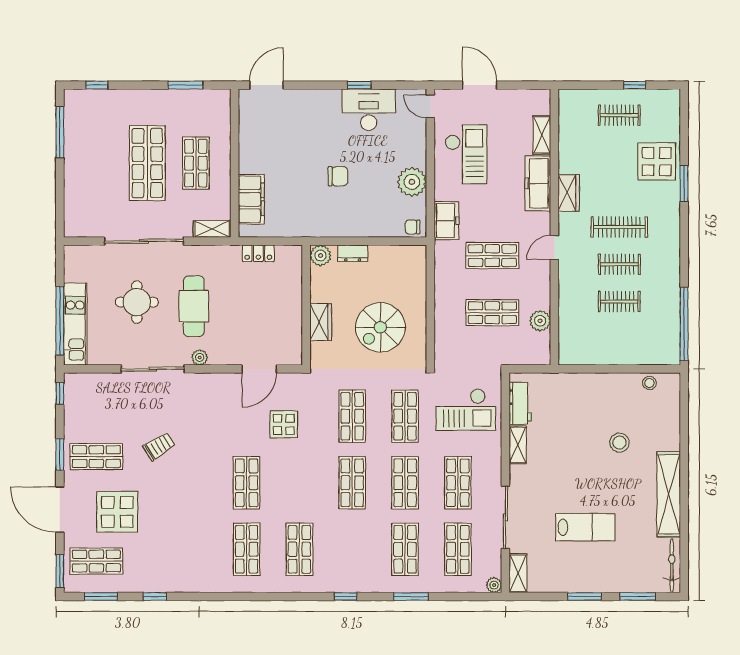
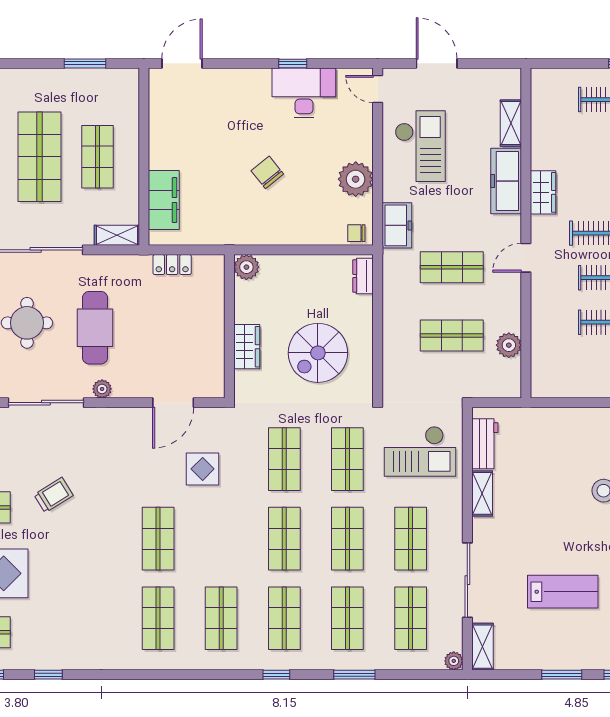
chair: (338, 176) -> (267, 172), turned -129
dresser: (353, 253) -> (363, 276), moved, turned 90
shop shelf: (352, 549) -> (284, 618), added

